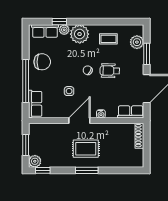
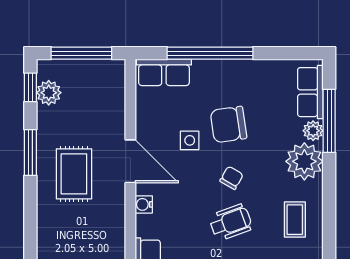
window: (59, 22) -> (329, 121), width x2.17
chair: (42, 62) -> (228, 124), moved, turned 82
wheelchair: (110, 71) -> (231, 222), turned 68
window: (26, 145) -> (81, 53), width x1.44
plant: (35, 161) -> (49, 93), moved
window: (87, 170) -> (30, 153), moved

